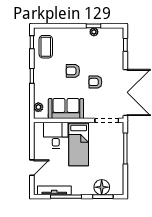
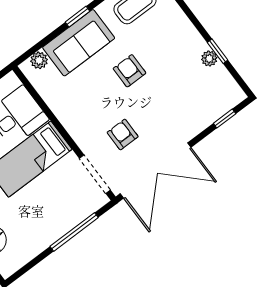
armchair: (95, 82) -> (123, 135), moved
sofa: (66, 109) -> (79, 43), moved, turned 90

